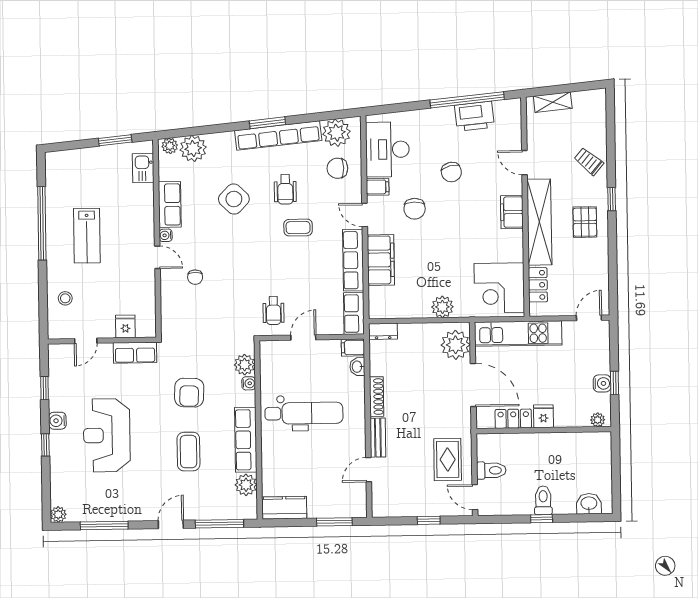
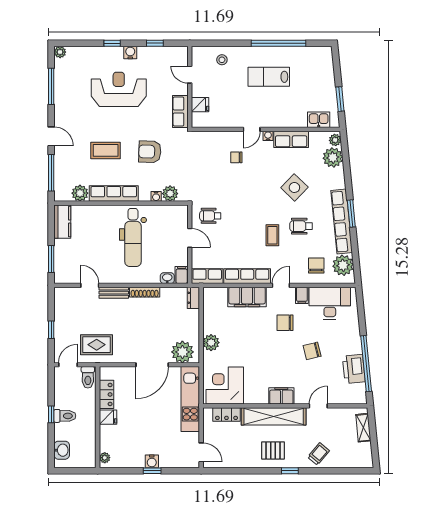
fridge: (543, 416) -> (108, 417), moved
locker: (513, 419) -> (106, 394), moved
plant: (598, 420) -> (105, 458), moved
wall: (544, 430) -> (98, 417), moved

